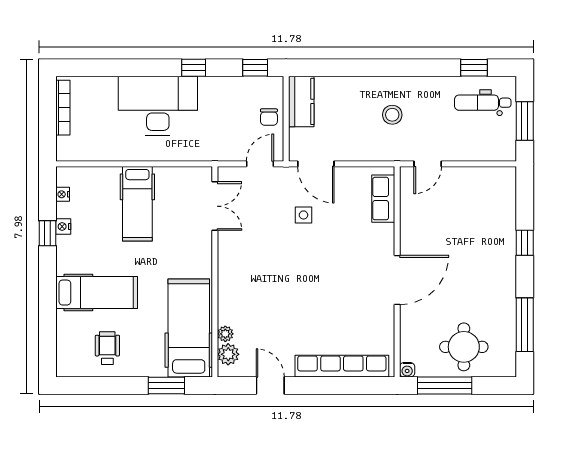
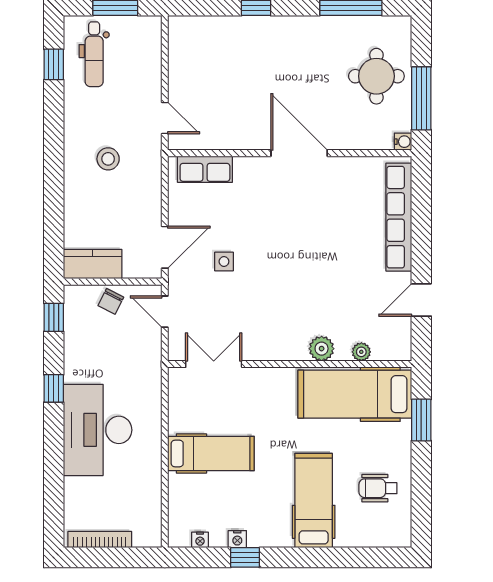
chair: (269, 117) -> (111, 301), turned 117
plant: (228, 354) -> (322, 349), moved

